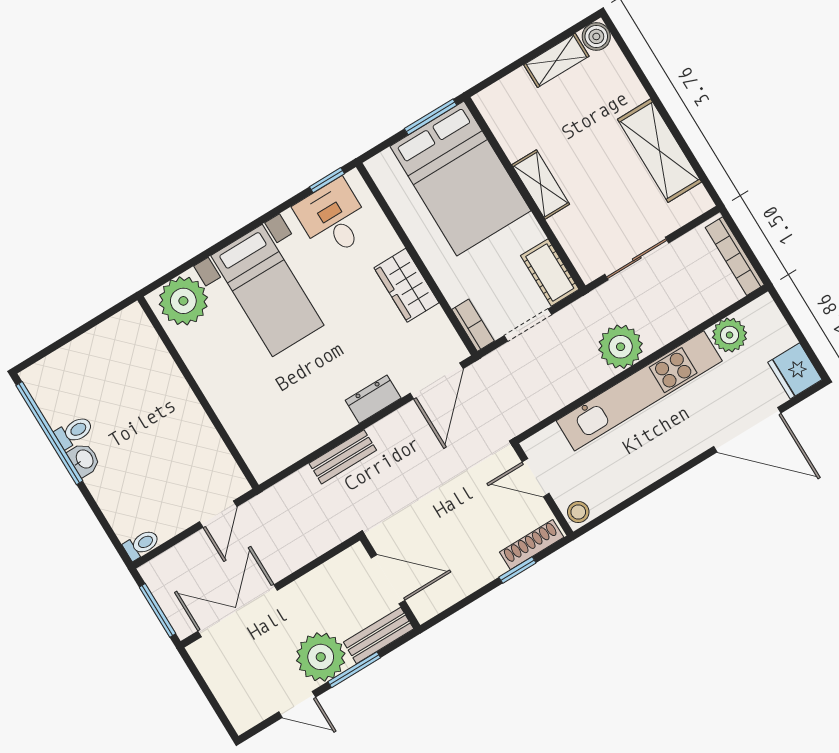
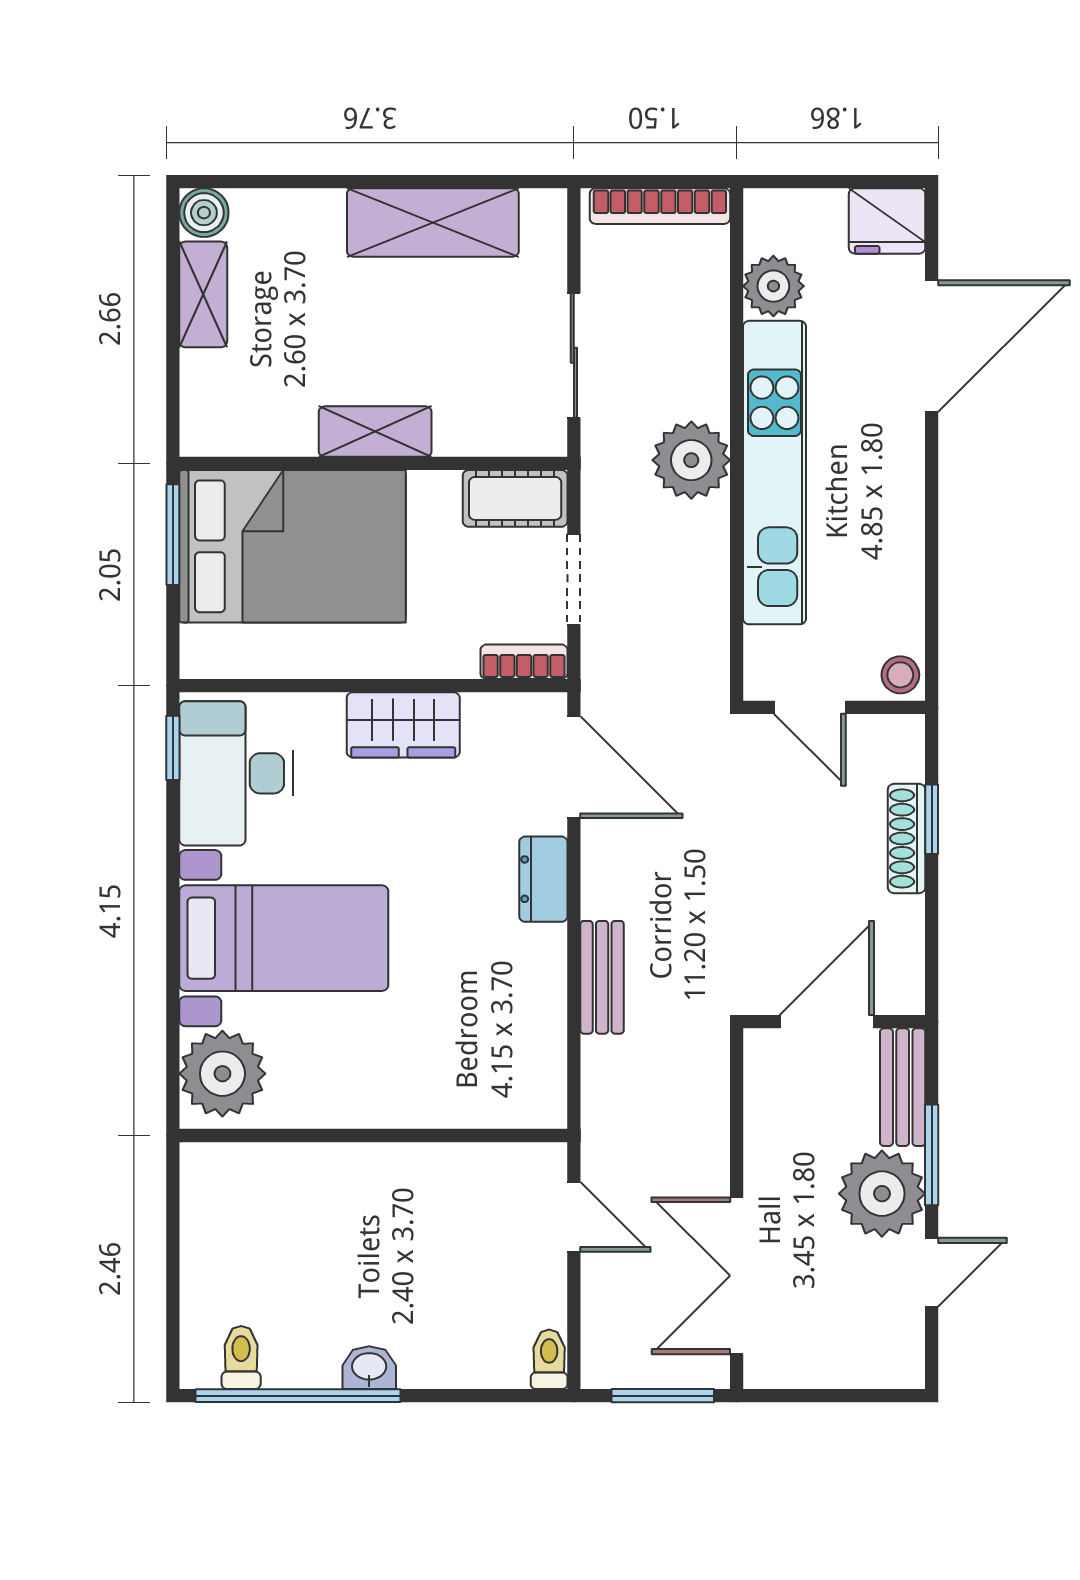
desk: (333, 218) -> (236, 773), width x1.37
toilet: (74, 432) -> (241, 1358), moved
door: (536, 478) -> (810, 707), hinge flipped
shoe rack: (532, 545) -> (907, 838), moved

